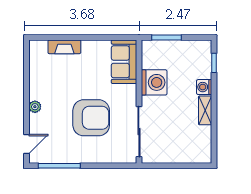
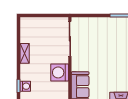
washing machine: (204, 87) -> (25, 86), moved
armchair: (91, 118) -> (103, 48), removed

